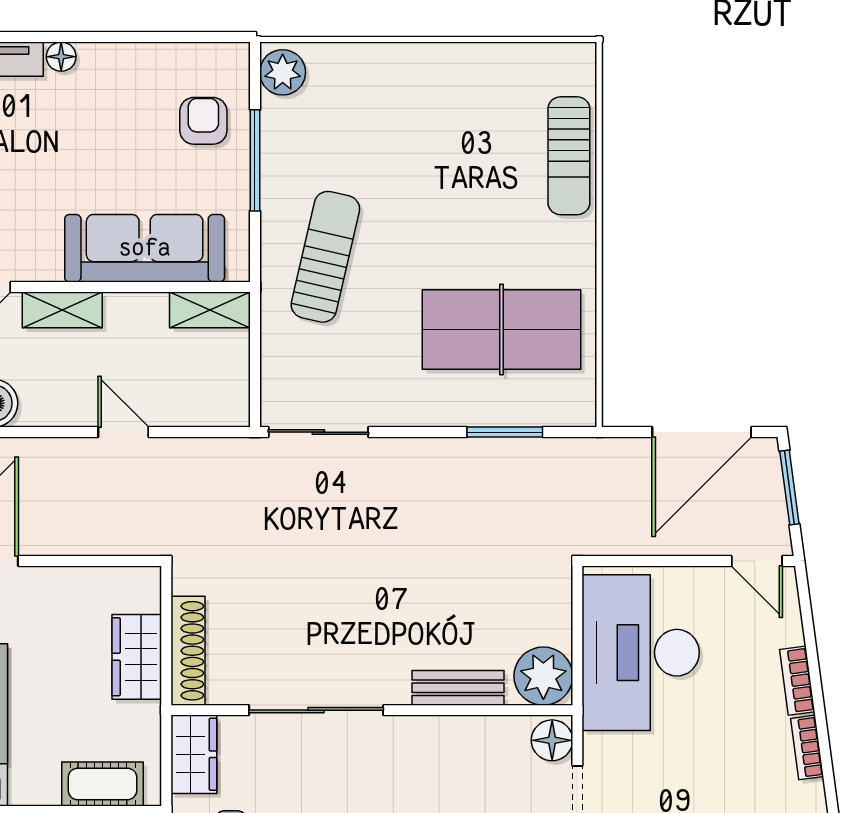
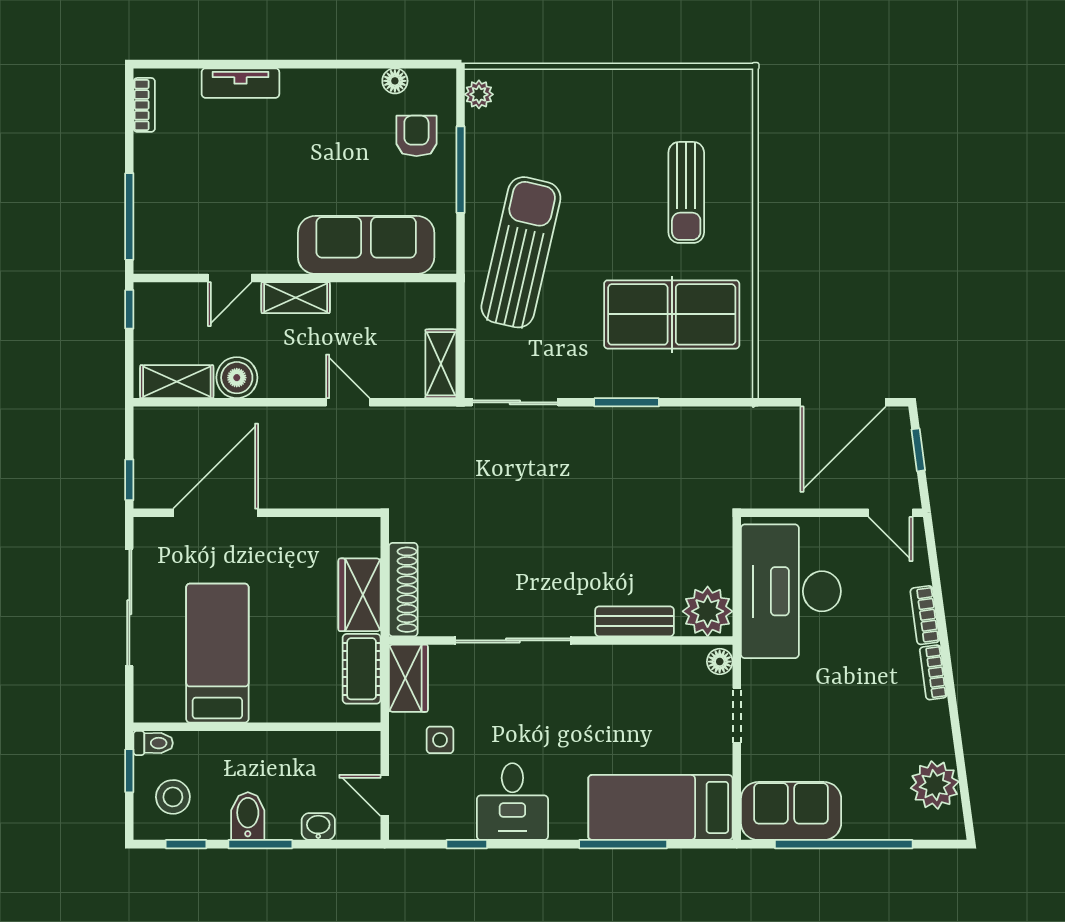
floor lamp: (61, 57) -> (395, 81), moved
plant: (283, 72) -> (479, 94), width x0.73, depth x0.73
sun lounger: (569, 156) -> (686, 192), moved
sun lounger: (325, 257) -> (521, 252), width x1.36, depth x1.34
shelving: (210, 310) -> (441, 364), moved, turned 90
window: (505, 432) -> (627, 402), moved
window: (789, 487) -> (918, 450), width x0.67
floor lamp: (552, 740) -> (720, 662), width x0.73, depth x0.73
cot: (103, 784) -> (362, 669), moved, turned 90

